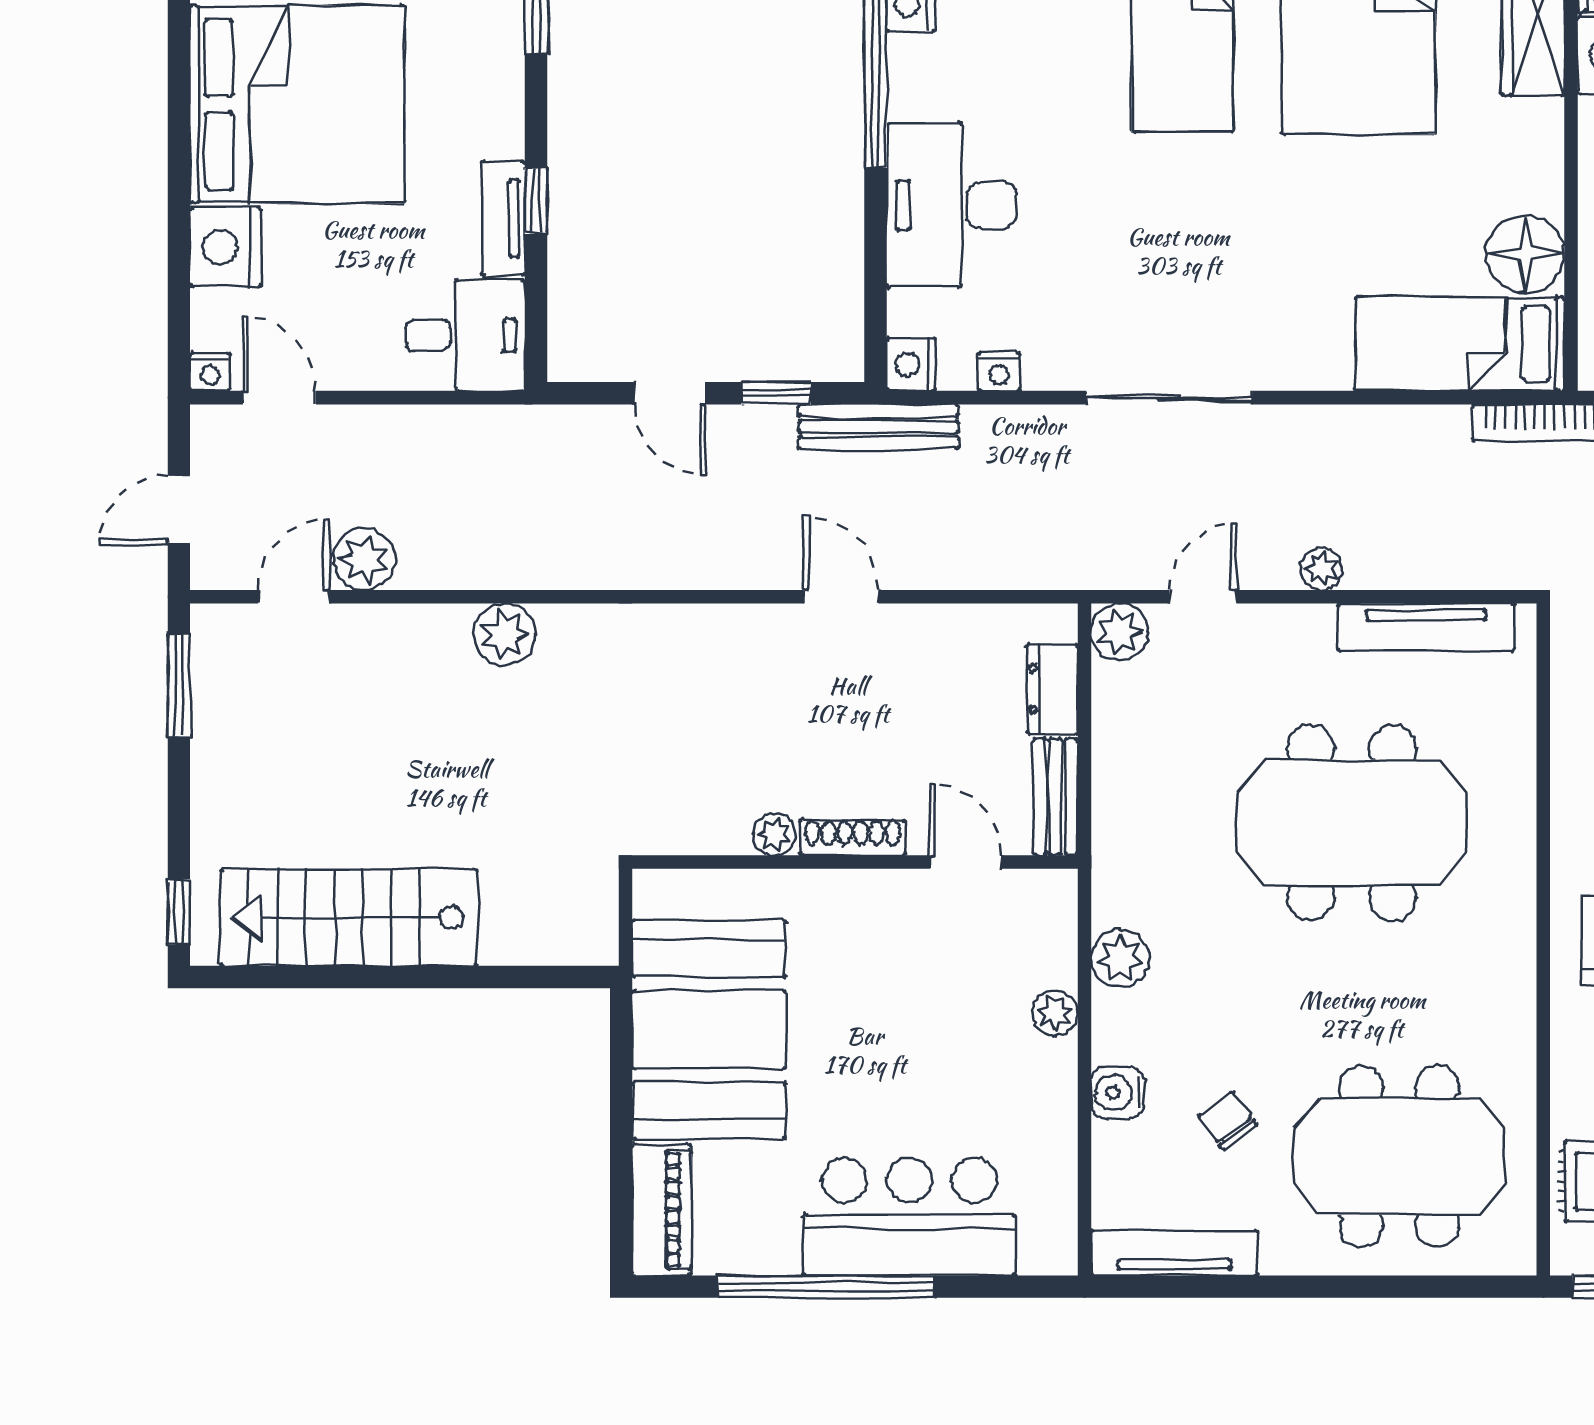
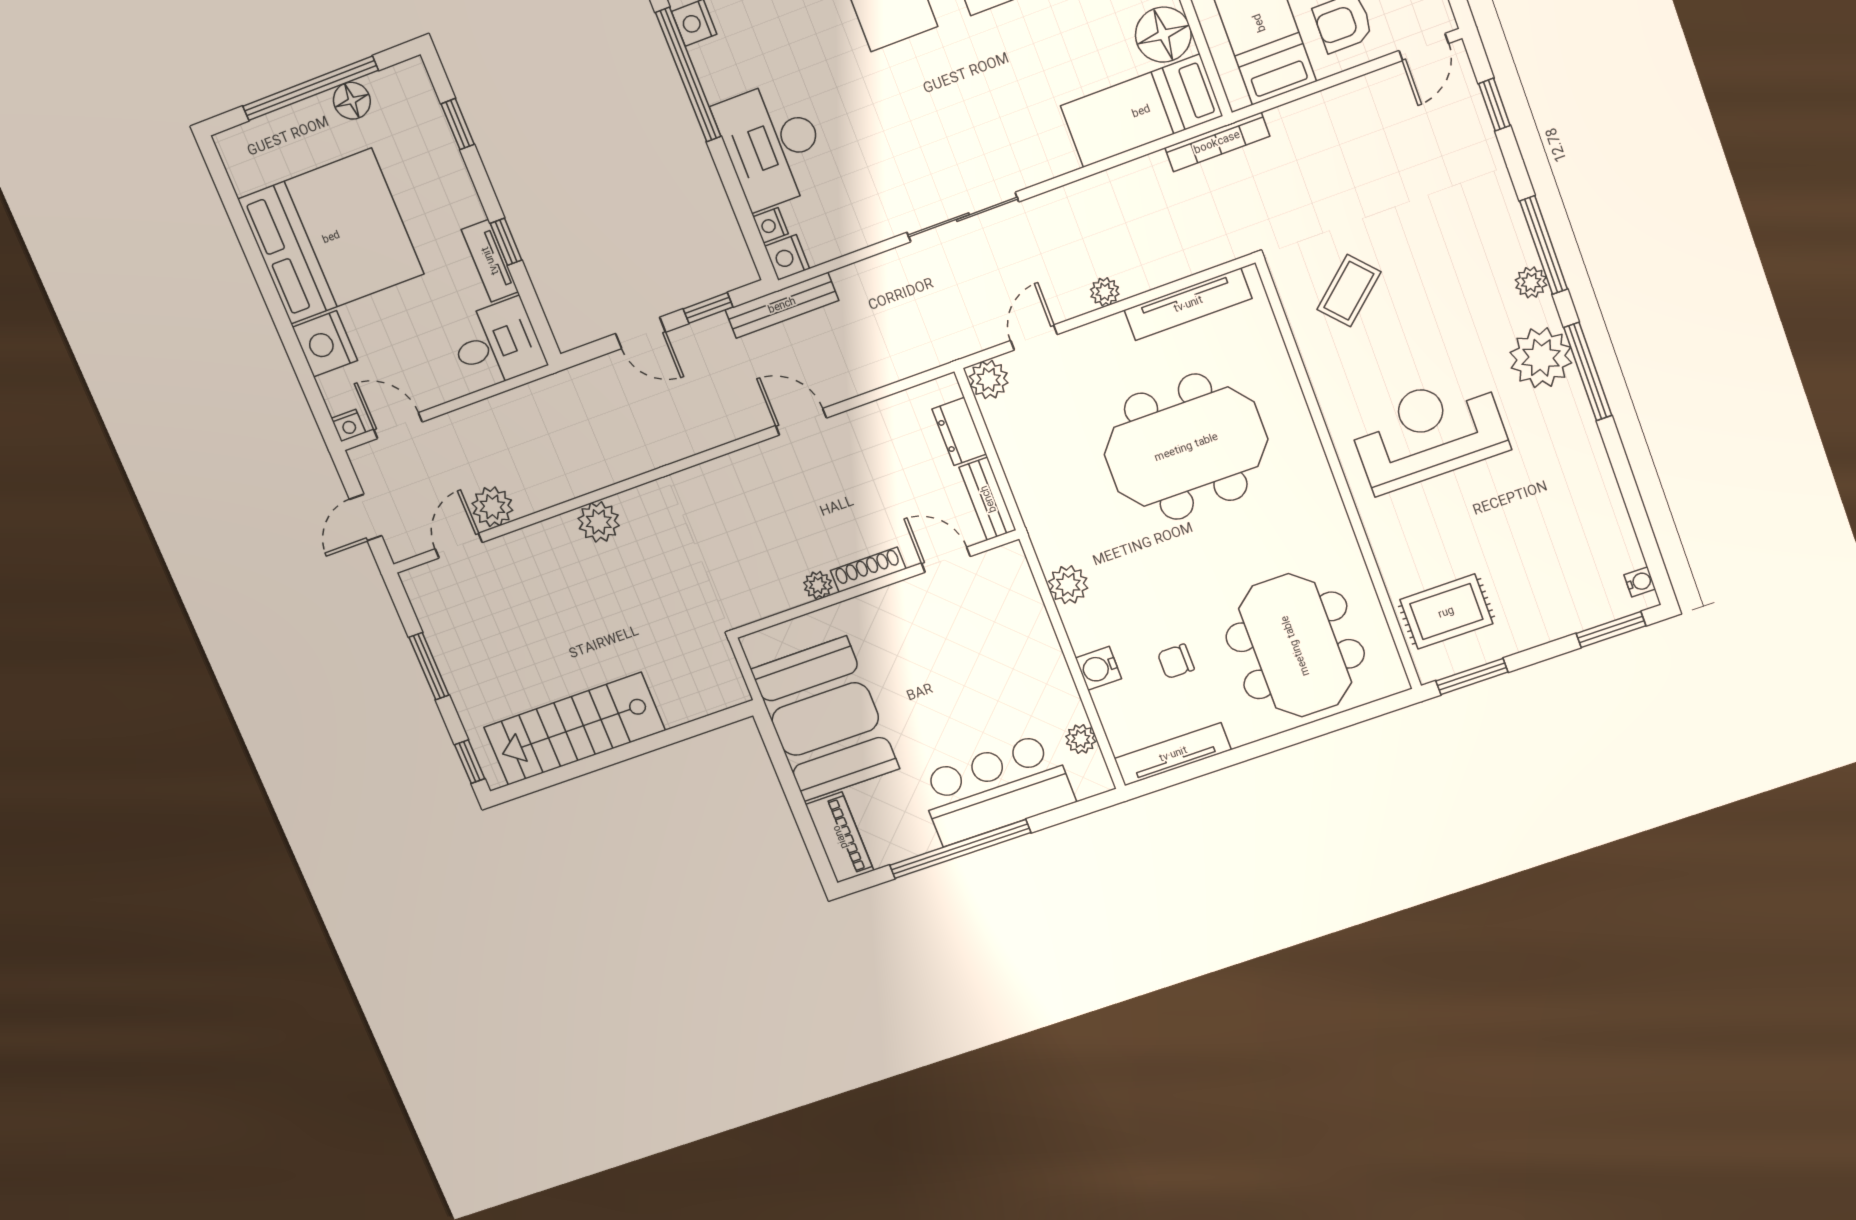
nightstand: (999, 372) -> (771, 225), moved, turned 90
window: (179, 685) -> (429, 666), moved
plant: (1055, 1013) -> (1081, 739), moved
chair: (1228, 1120) -> (1176, 661), turned -54
meeting table: (1399, 1156) -> (1295, 646), turned 90

